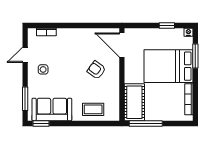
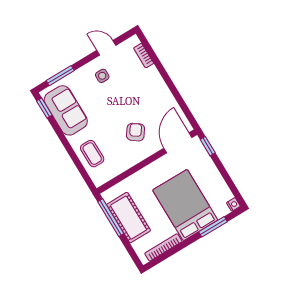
window: (167, 26) -> (208, 146), moved
cot: (134, 102) -> (129, 218), moved, turned 90

